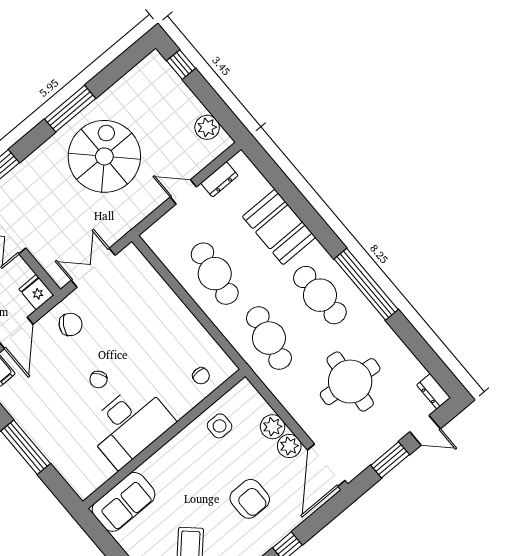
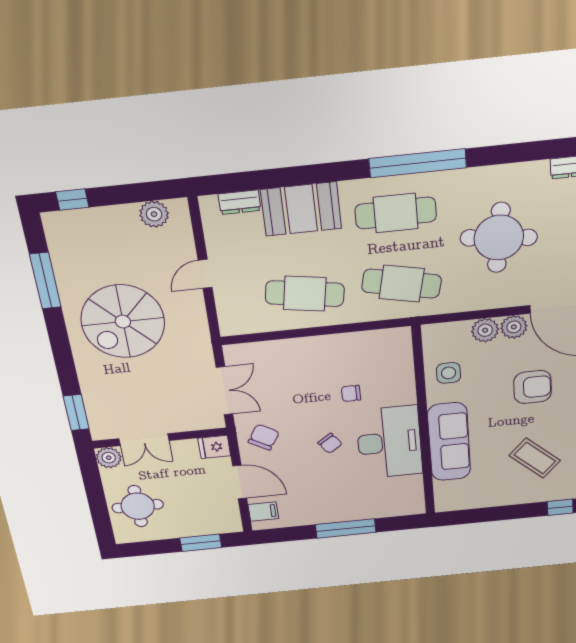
window: (70, 109) -> (45, 281), moved
spiral stairs: (104, 156) -> (123, 322), turned -90
dresser: (219, 179) -> (239, 202), moved, turned 90
double door: (93, 268) -> (224, 391), swing flipped
chair: (201, 376) -> (351, 393), moved, turned 180
sofa: (124, 502) -> (449, 442), moved, width x1.36

